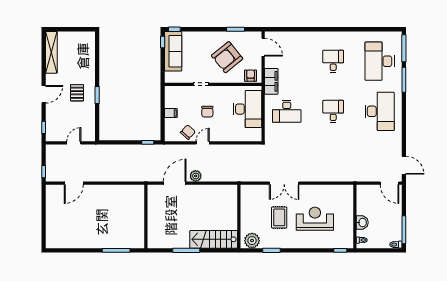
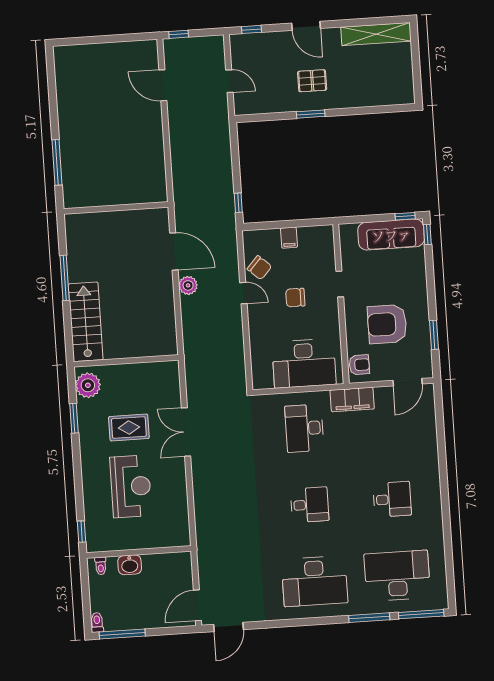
armchair: (227, 57) -> (387, 324), turned -51

